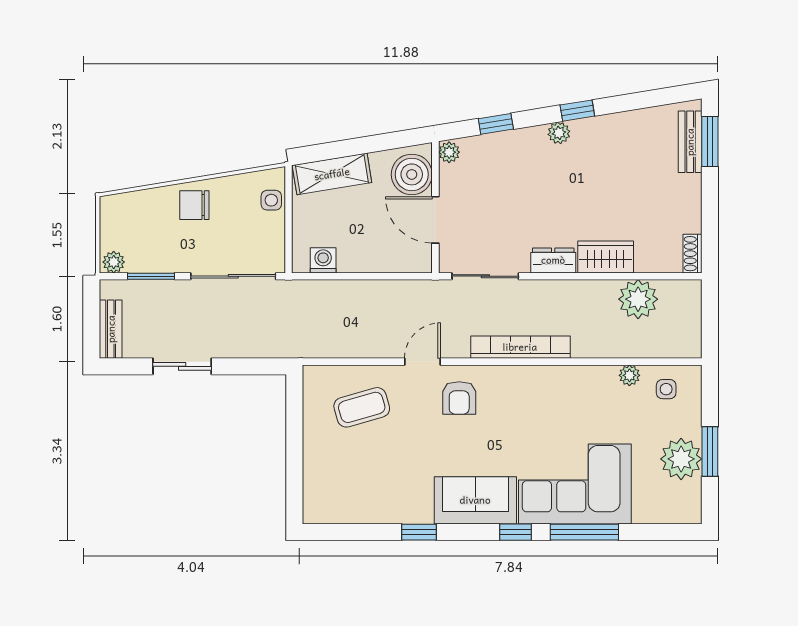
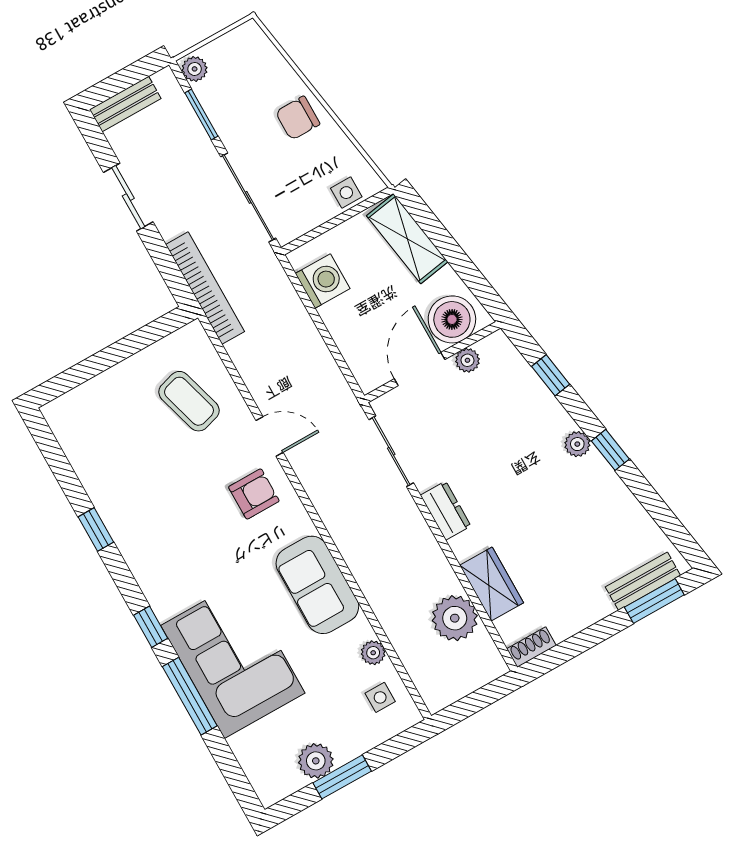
plant: (449, 152) -> (467, 360), moved
chair: (194, 205) -> (298, 118), turned -90
wardrobe: (606, 257) -> (492, 584), moved
washing machine: (323, 260) -> (323, 281), width x1.38, depth x1.38
bookcase: (520, 347) -> (205, 288), moved
armchair: (459, 398) -> (254, 494), turned 180
plant: (681, 459) -> (316, 761), width x0.73, depth x0.73
sofa: (475, 500) -> (317, 585), moved, turned 180

